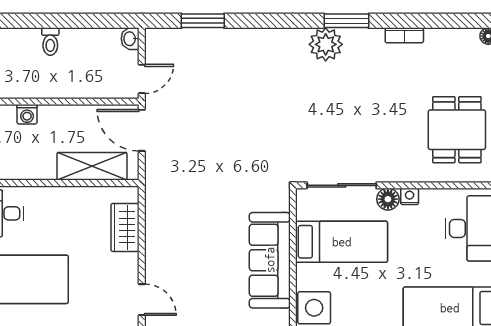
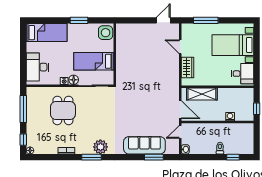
window: (20, 21) -> (233, 157), added
dining table: (457, 130) -> (63, 110), moved
sofa: (270, 260) -> (144, 145), moved, turned -90
door: (142, 300) -> (180, 47), moved

